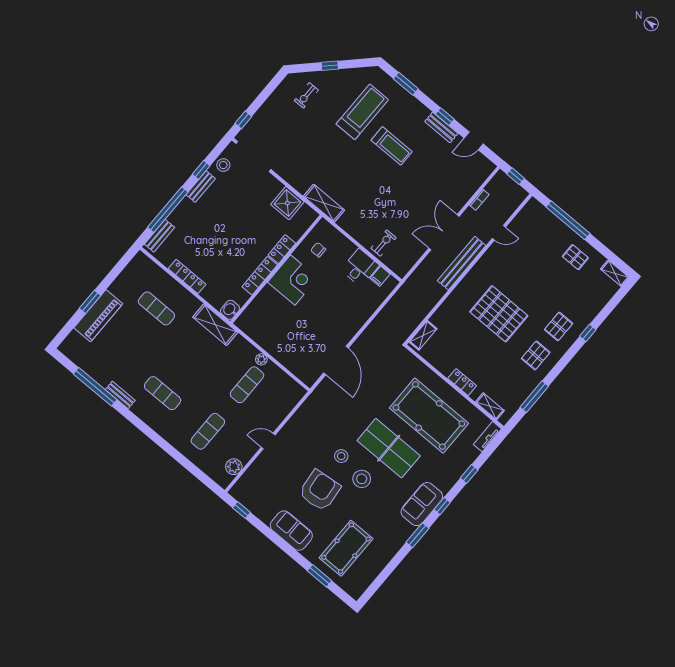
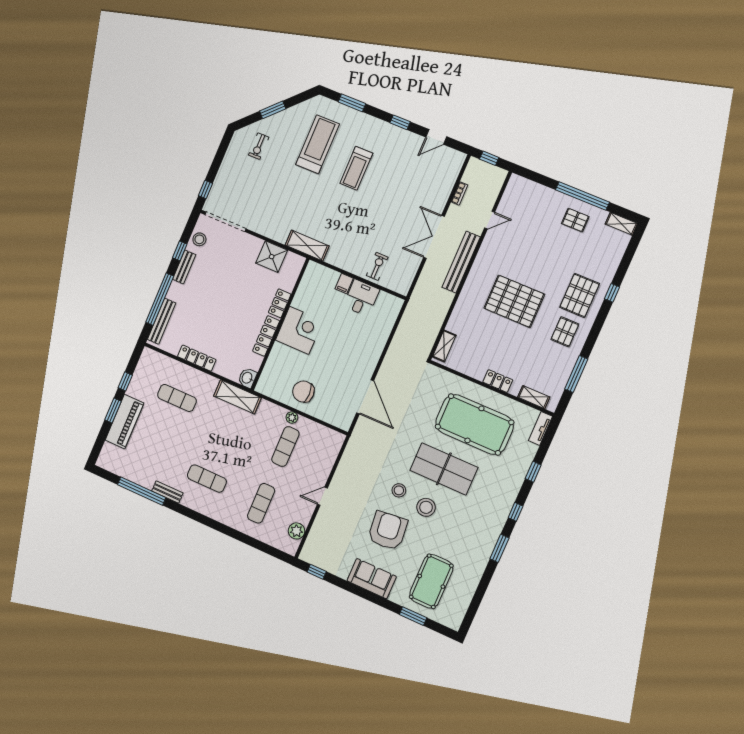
window: (330, 66) -> (273, 110), width x1.50
bench: (441, 128) -> (400, 134), removed
treadmill: (392, 146) -> (356, 168), turned 90
window: (568, 220) -> (582, 196), moved
bench: (160, 236) -> (162, 321), width x1.36
chair: (318, 250) -> (303, 392), moved, width x1.87, depth x1.87
filing cabinet: (380, 276) -> (344, 283), moved
window: (110, 278) -> (125, 381), added
pallet: (559, 326) -> (580, 295), width x1.50, depth x1.42
sofa: (422, 504) -> (494, 516), removed

